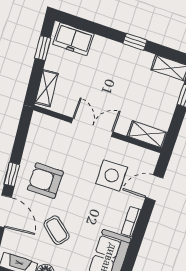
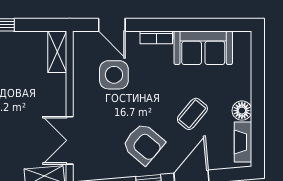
double door: (92, 127) -> (70, 140), moved
armchair: (45, 181) -> (143, 144), turned -50

